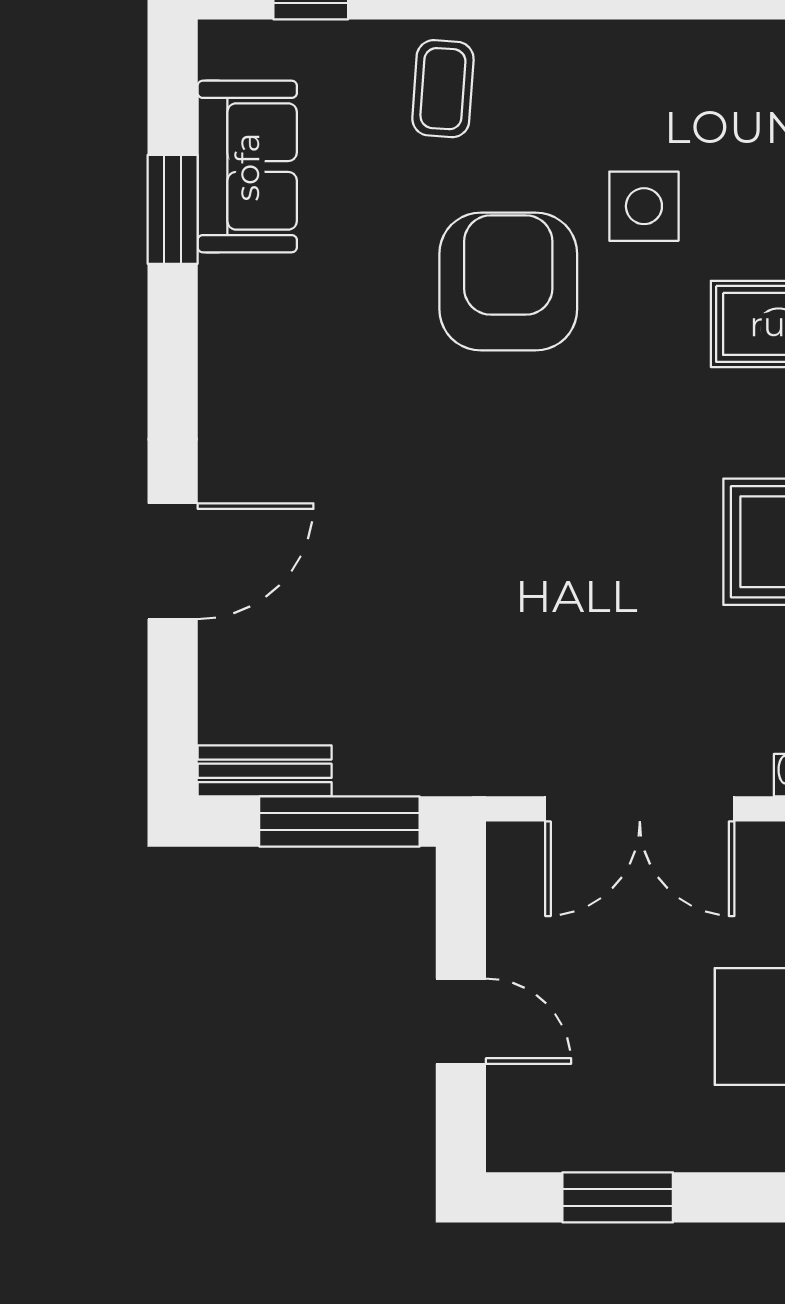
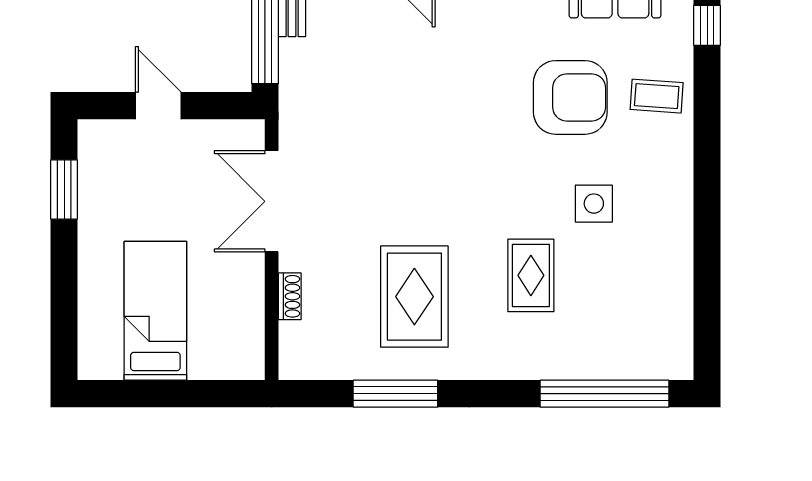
armchair: (508, 282) -> (570, 97), moved
door: (461, 1021) -> (158, 106), swing flipped

